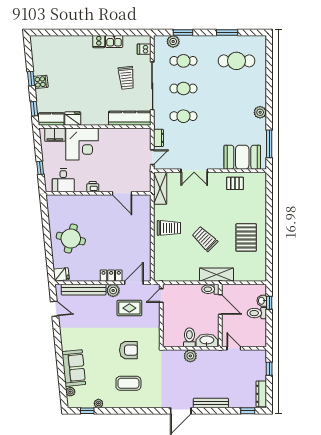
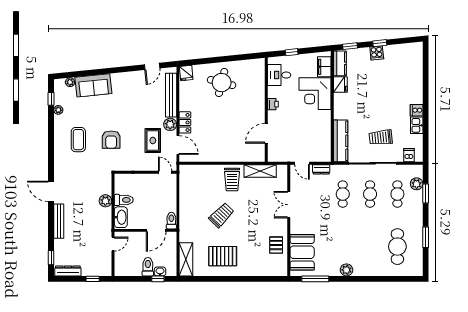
shelving: (160, 188) -> (260, 171), moved
shelving: (216, 275) -> (186, 259), moved

